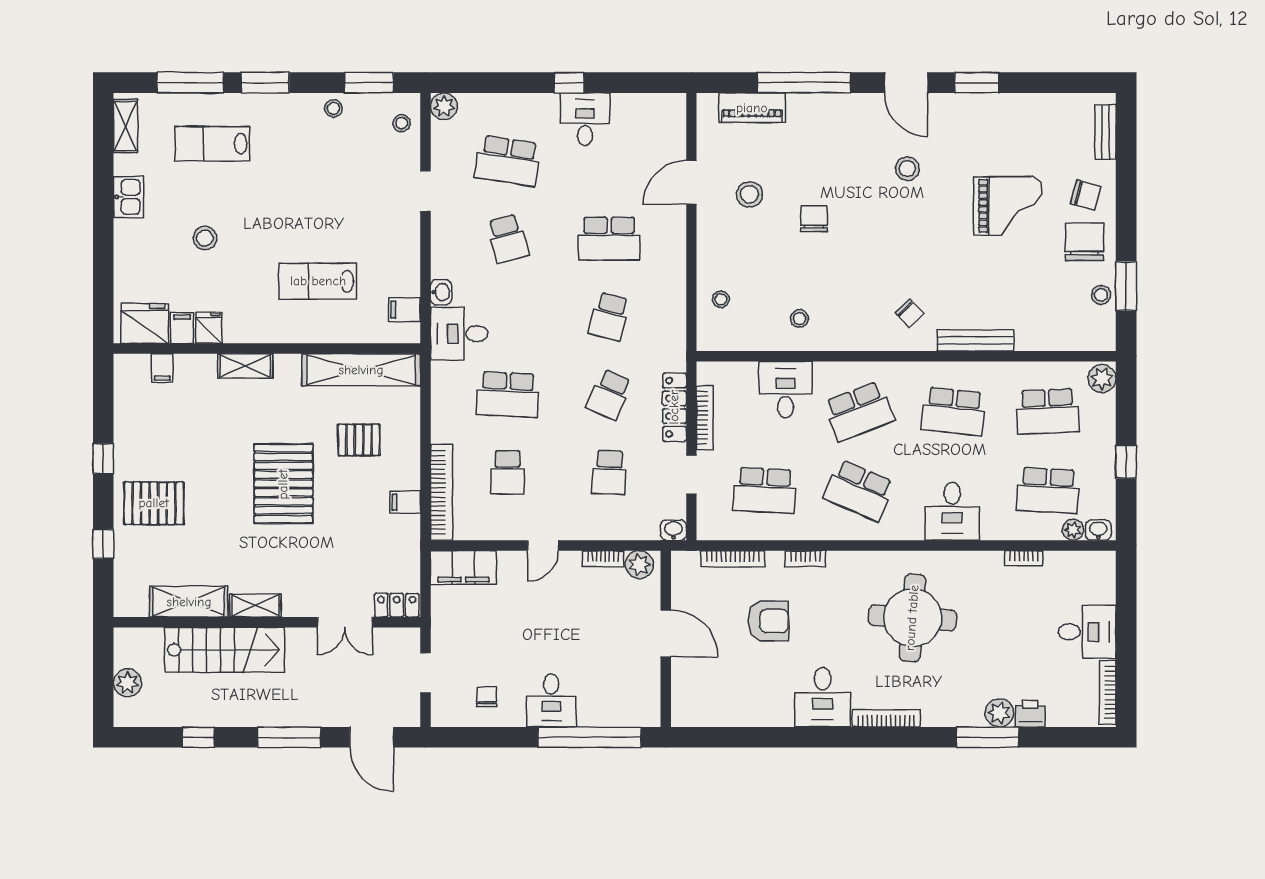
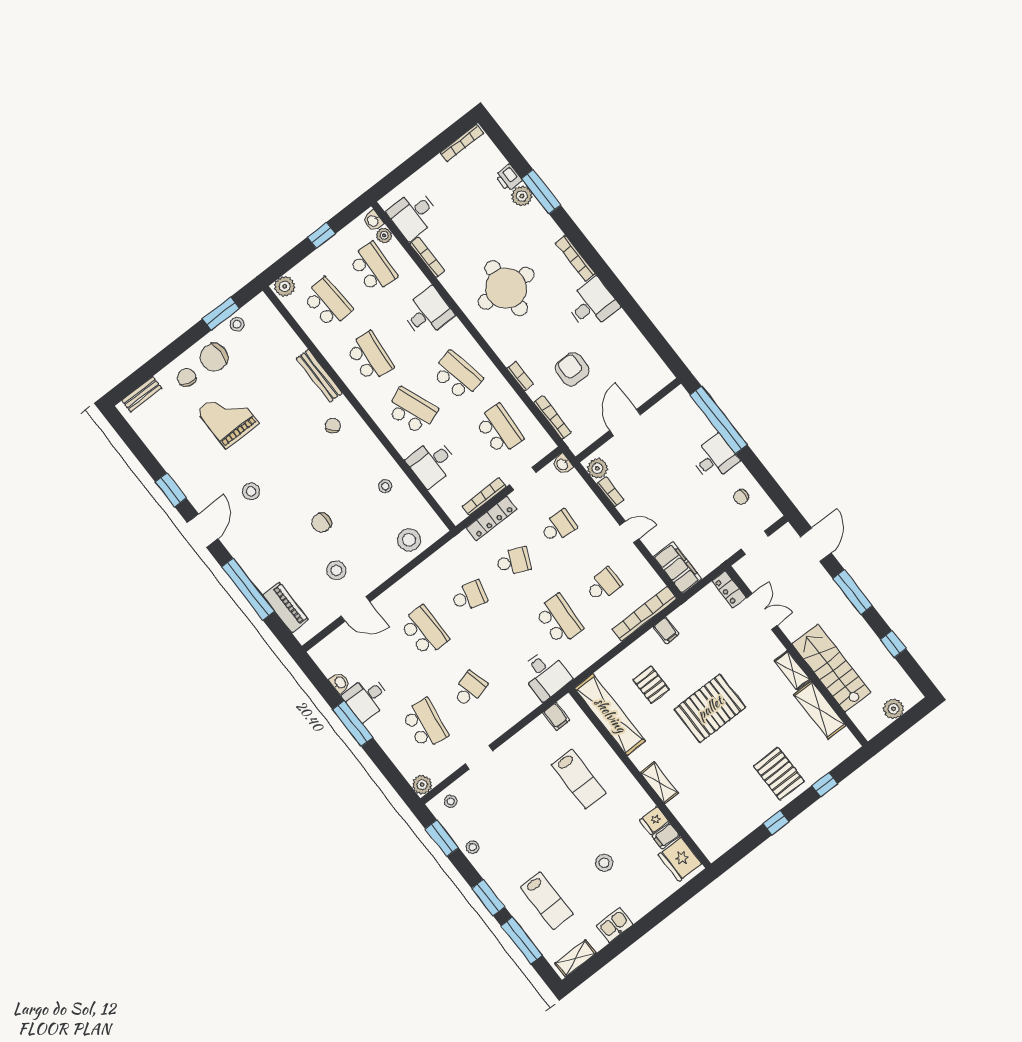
window: (569, 83) -> (353, 724), width x2.17
washbasin: (441, 292) -> (340, 683), moved, turned 90
stool: (721, 299) -> (409, 540), width x1.89, depth x1.89
filing cabinet: (162, 368) -> (698, 829), removed
school desk: (859, 490) -> (457, 376), turned -36
bookcase: (1024, 558) -> (427, 257), width x1.56
desk: (1087, 632) -> (413, 214), moved, turned -90

